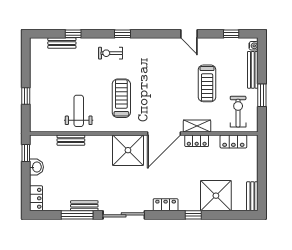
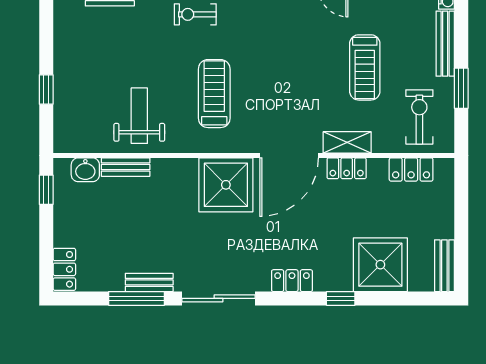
washbasin: (36, 167) -> (85, 170), moved, turned 90

